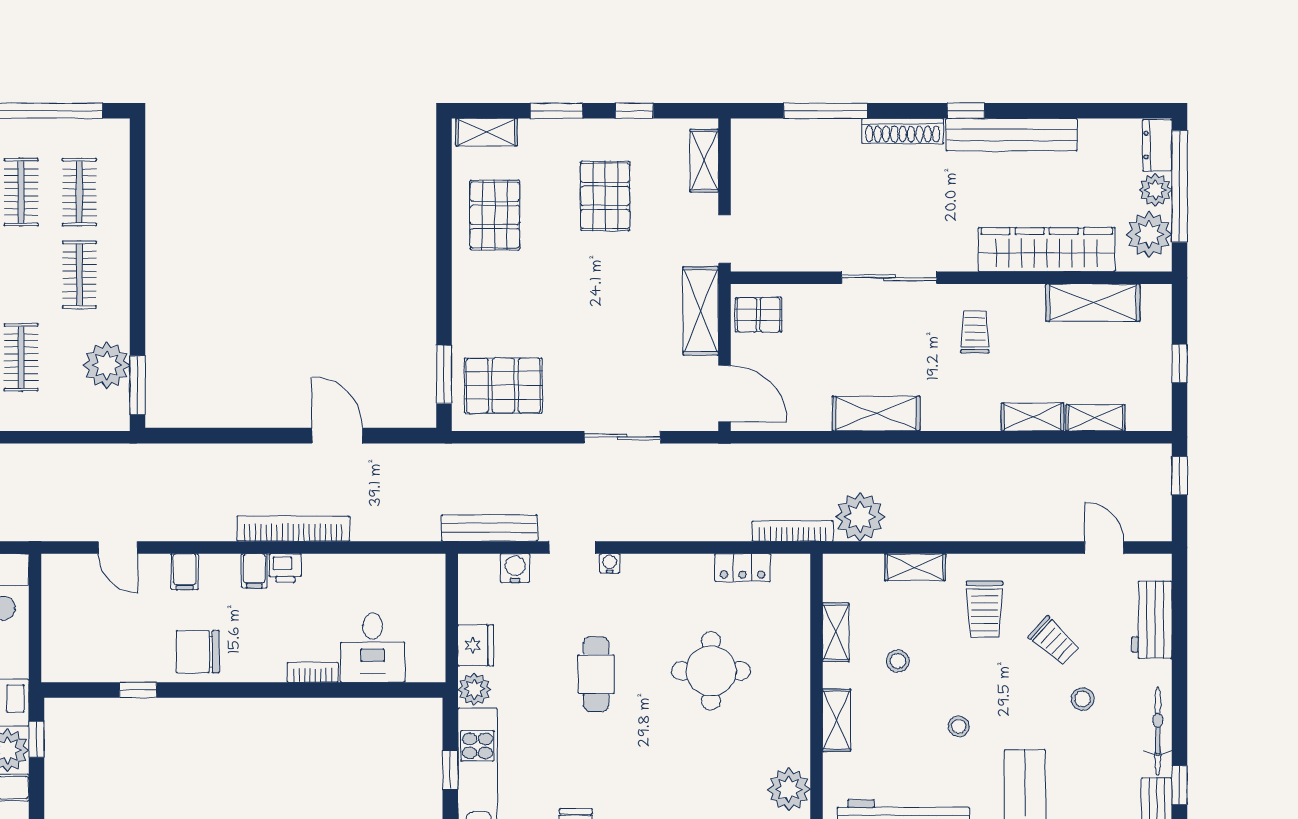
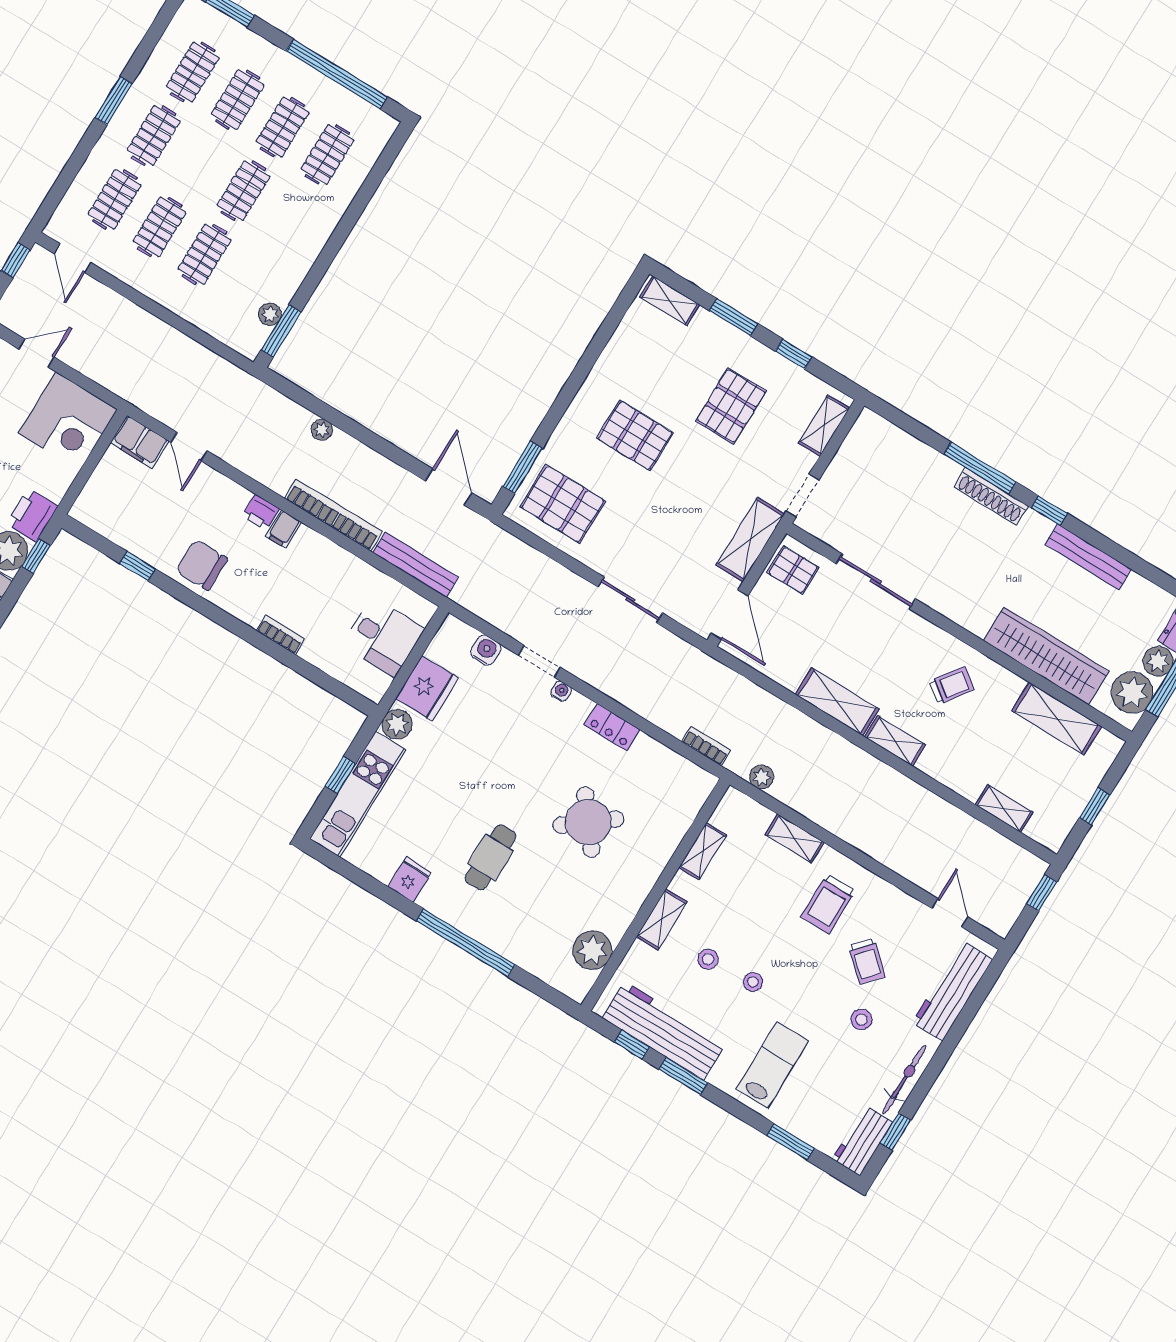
window: (826, 111) -> (980, 468), moved
bench: (1012, 135) -> (1088, 557), width x0.73, depth x0.82
pallet: (495, 215) -> (635, 436), moved, turned 90
clothes rail: (79, 275) -> (244, 191), moved
sliding door: (889, 278) -> (876, 581), moved
trolley: (975, 332) -> (952, 685), turned 36
plant: (107, 365) -> (270, 314), width x0.53, depth x0.53
shelving: (1032, 417) -> (895, 741), moved
door: (337, 436) -> (448, 487), moved
plant: (233, 455) -> (322, 430), added
plant: (860, 517) -> (762, 777), width x0.53, depth x0.53
bench: (490, 528) -> (416, 565), moved
bookcase: (793, 531) -> (706, 746), width x0.64
printer: (285, 568) -> (261, 512), moved
locker: (743, 568) -> (612, 727), moved
filing cabinet: (185, 572) -> (139, 442), moved, width x2.00
workbench: (1152, 620) -> (952, 991), width x1.38
fridge: (476, 645) -> (427, 688), width x1.36, depth x1.34
desk: (373, 648) -> (383, 637), moved, turned -90
stool: (898, 661) -> (708, 959), moved
round table: (711, 671) -> (588, 822), turned -38
cafe table: (596, 674) -> (491, 857), moved

